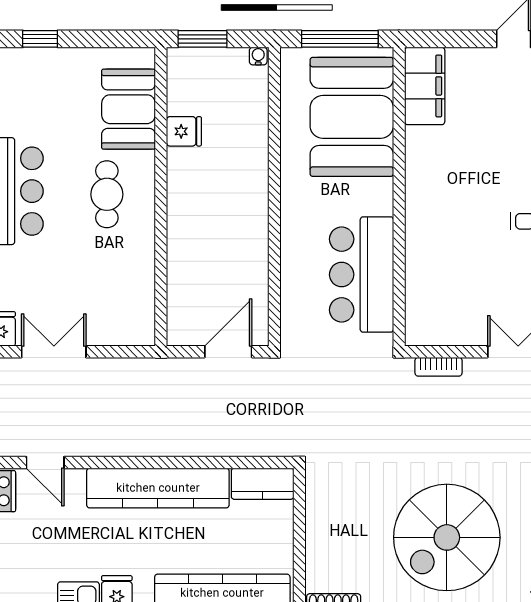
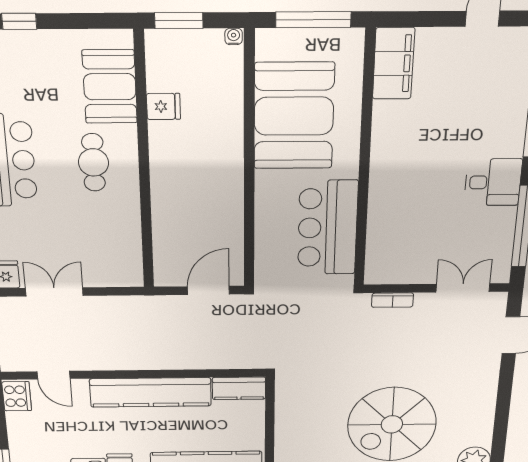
booth: (352, 117) -> (294, 116), moved

